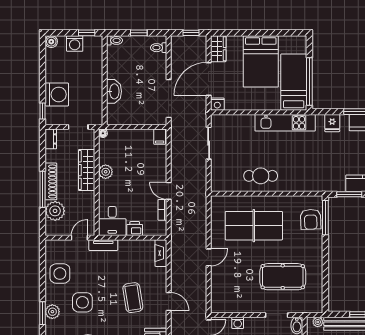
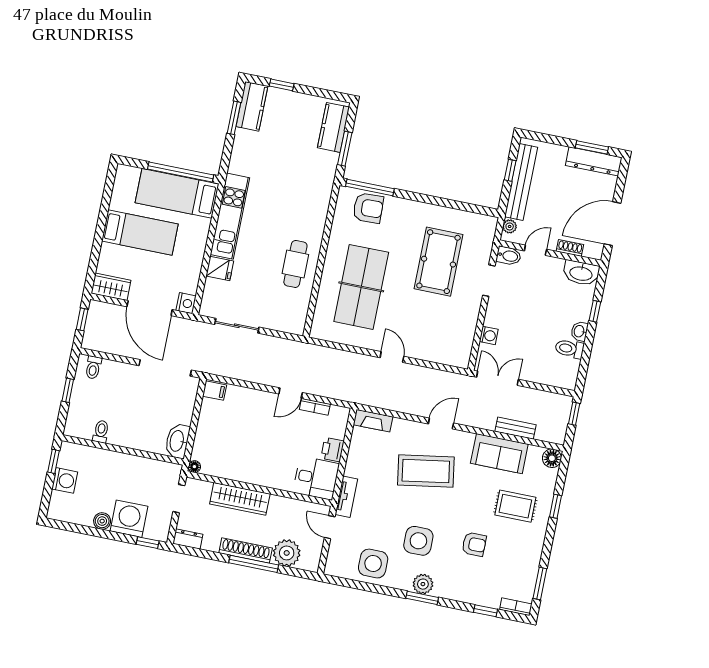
toilet: (114, 40) -> (101, 431), moved
boiler: (51, 42) -> (102, 521), moved
bed: (261, 61) -> (140, 233), width x0.67
washbasin: (114, 91) -> (177, 441), moved, turned -90
fridge: (332, 123) -> (220, 268), moved
plant: (106, 172) -> (247, 473), removed
coffee table: (133, 298) -> (426, 471), width x1.36, depth x1.32

